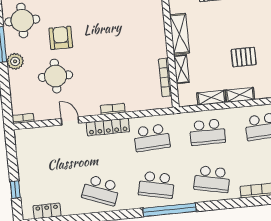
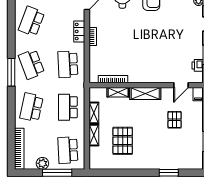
pallet: (244, 57) -> (123, 141), width x1.50, depth x1.42
locker: (108, 127) -> (79, 31), width x0.66
school desk: (156, 185) -> (31, 64), turned -33
window: (170, 210) -> (11, 72), width x0.68

